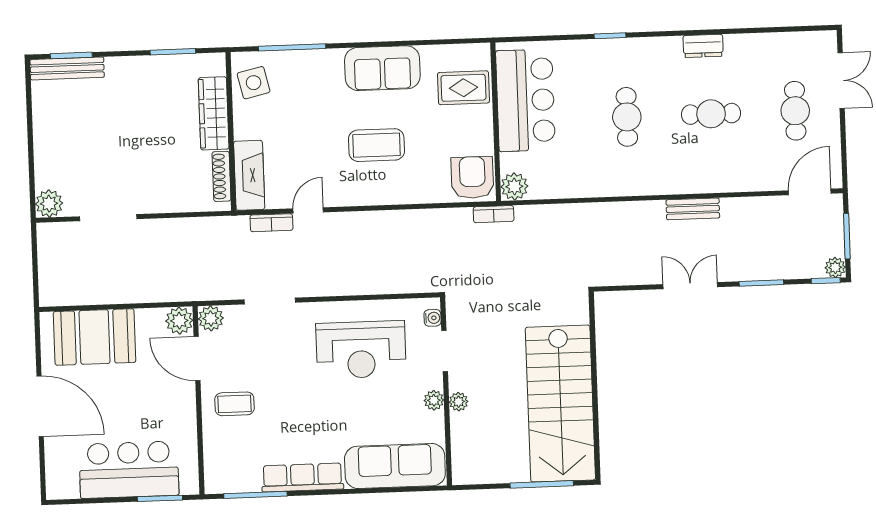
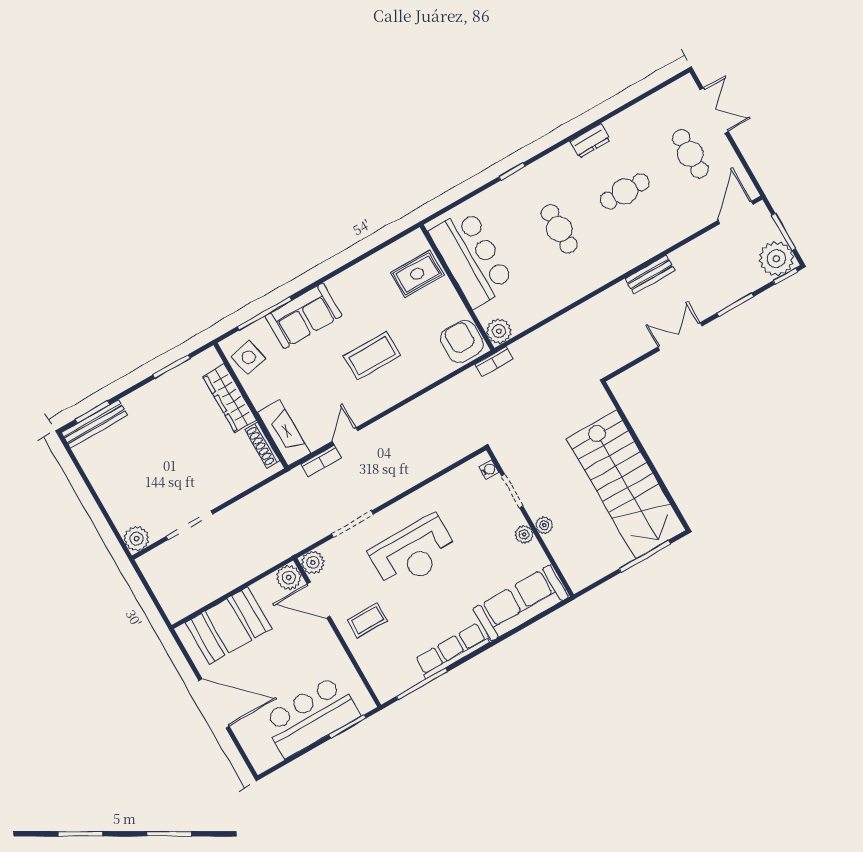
sofa: (382, 68) -> (303, 316), moved
plant: (835, 267) -> (776, 259), width x1.87, depth x1.87
reception desk: (361, 350) -> (413, 552), moved

